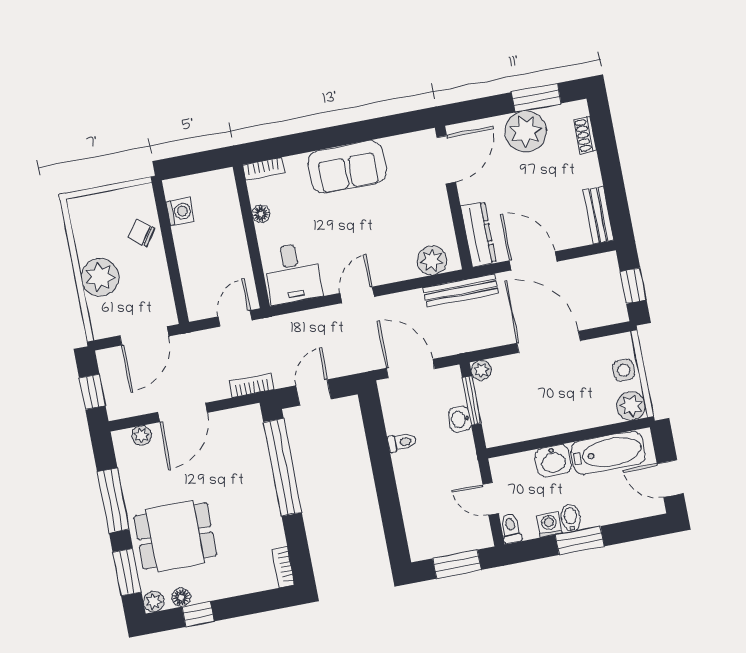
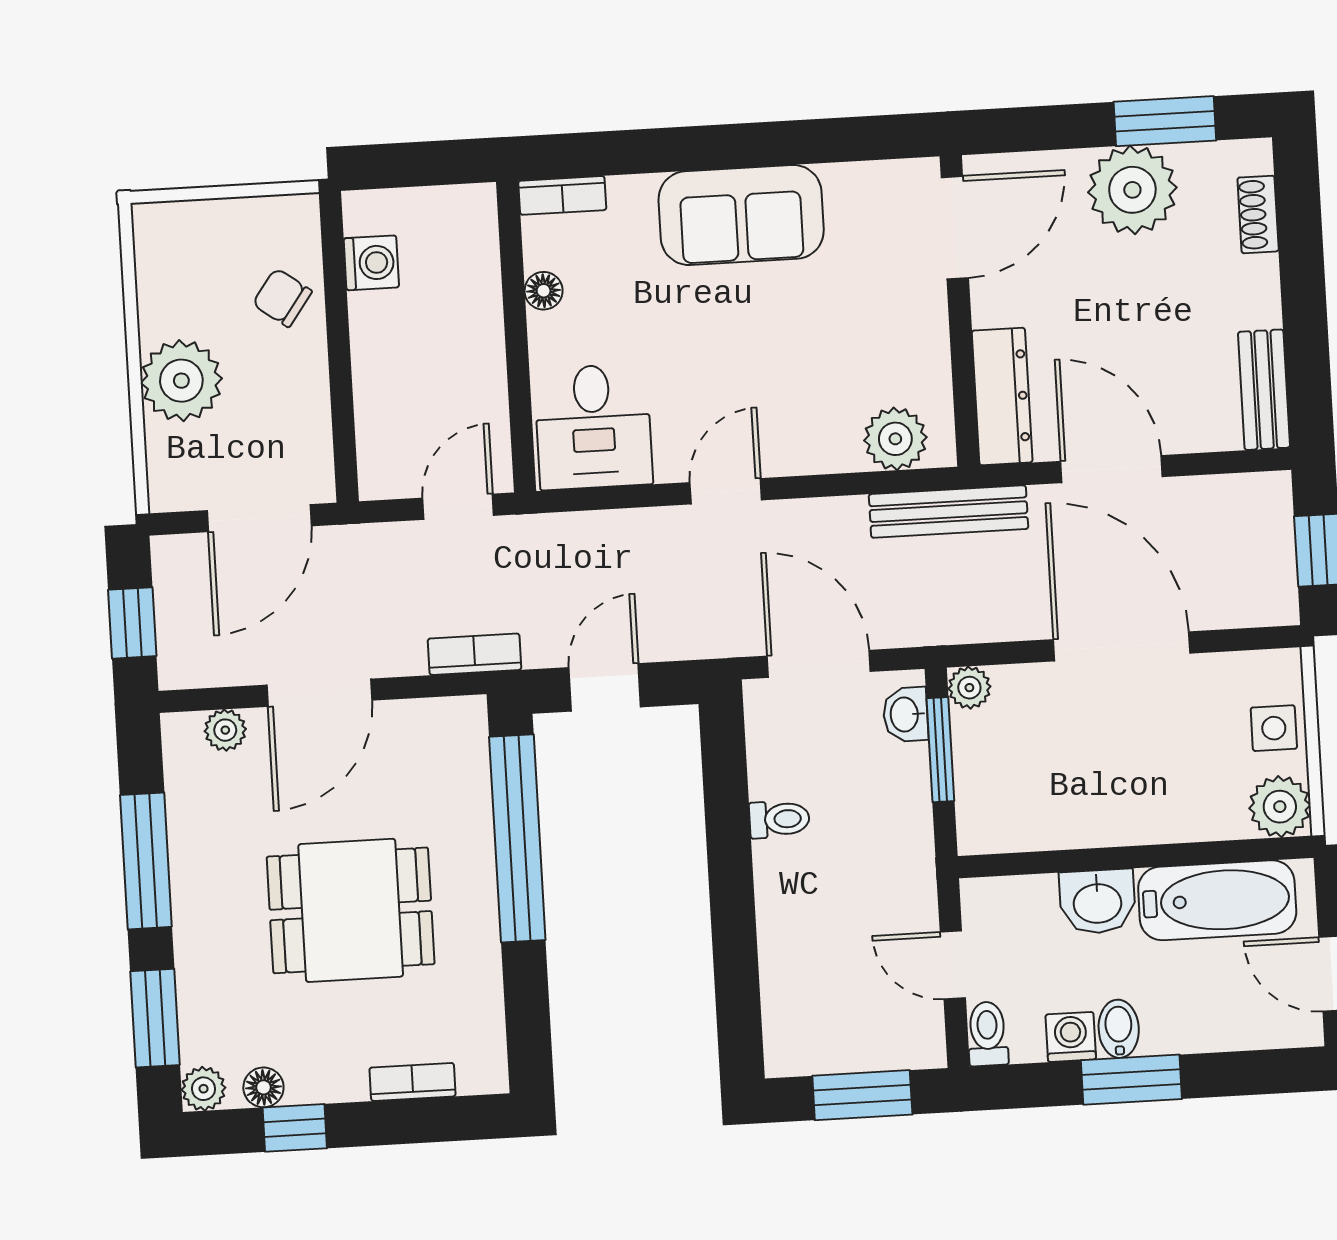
washbasin: (460, 419) -> (906, 714), moved
dining table: (175, 536) -> (351, 910), moved
bookcase: (283, 567) -> (413, 1082), moved, turned 90

